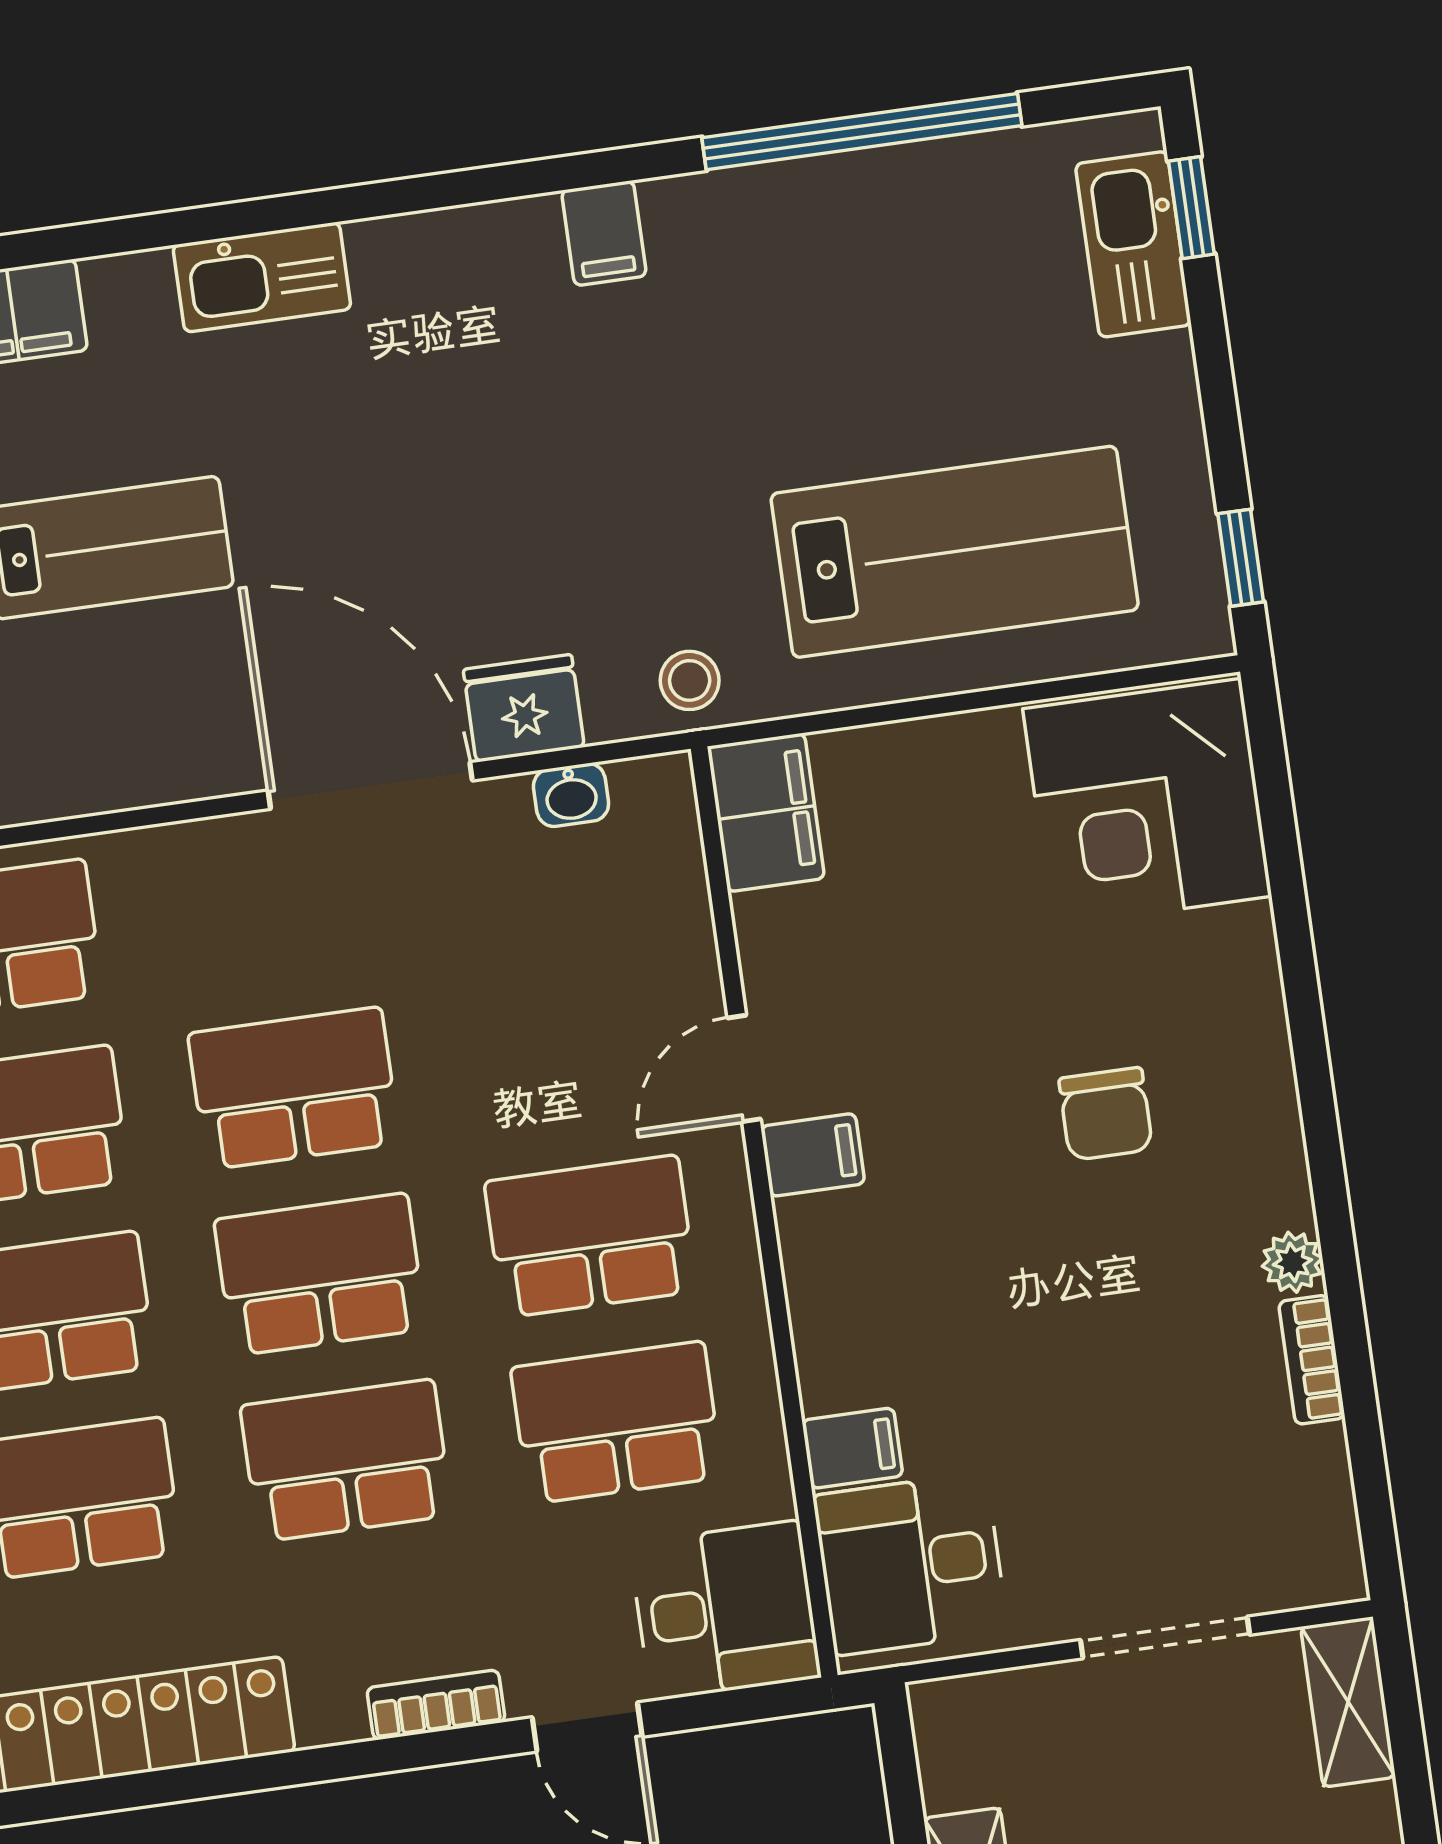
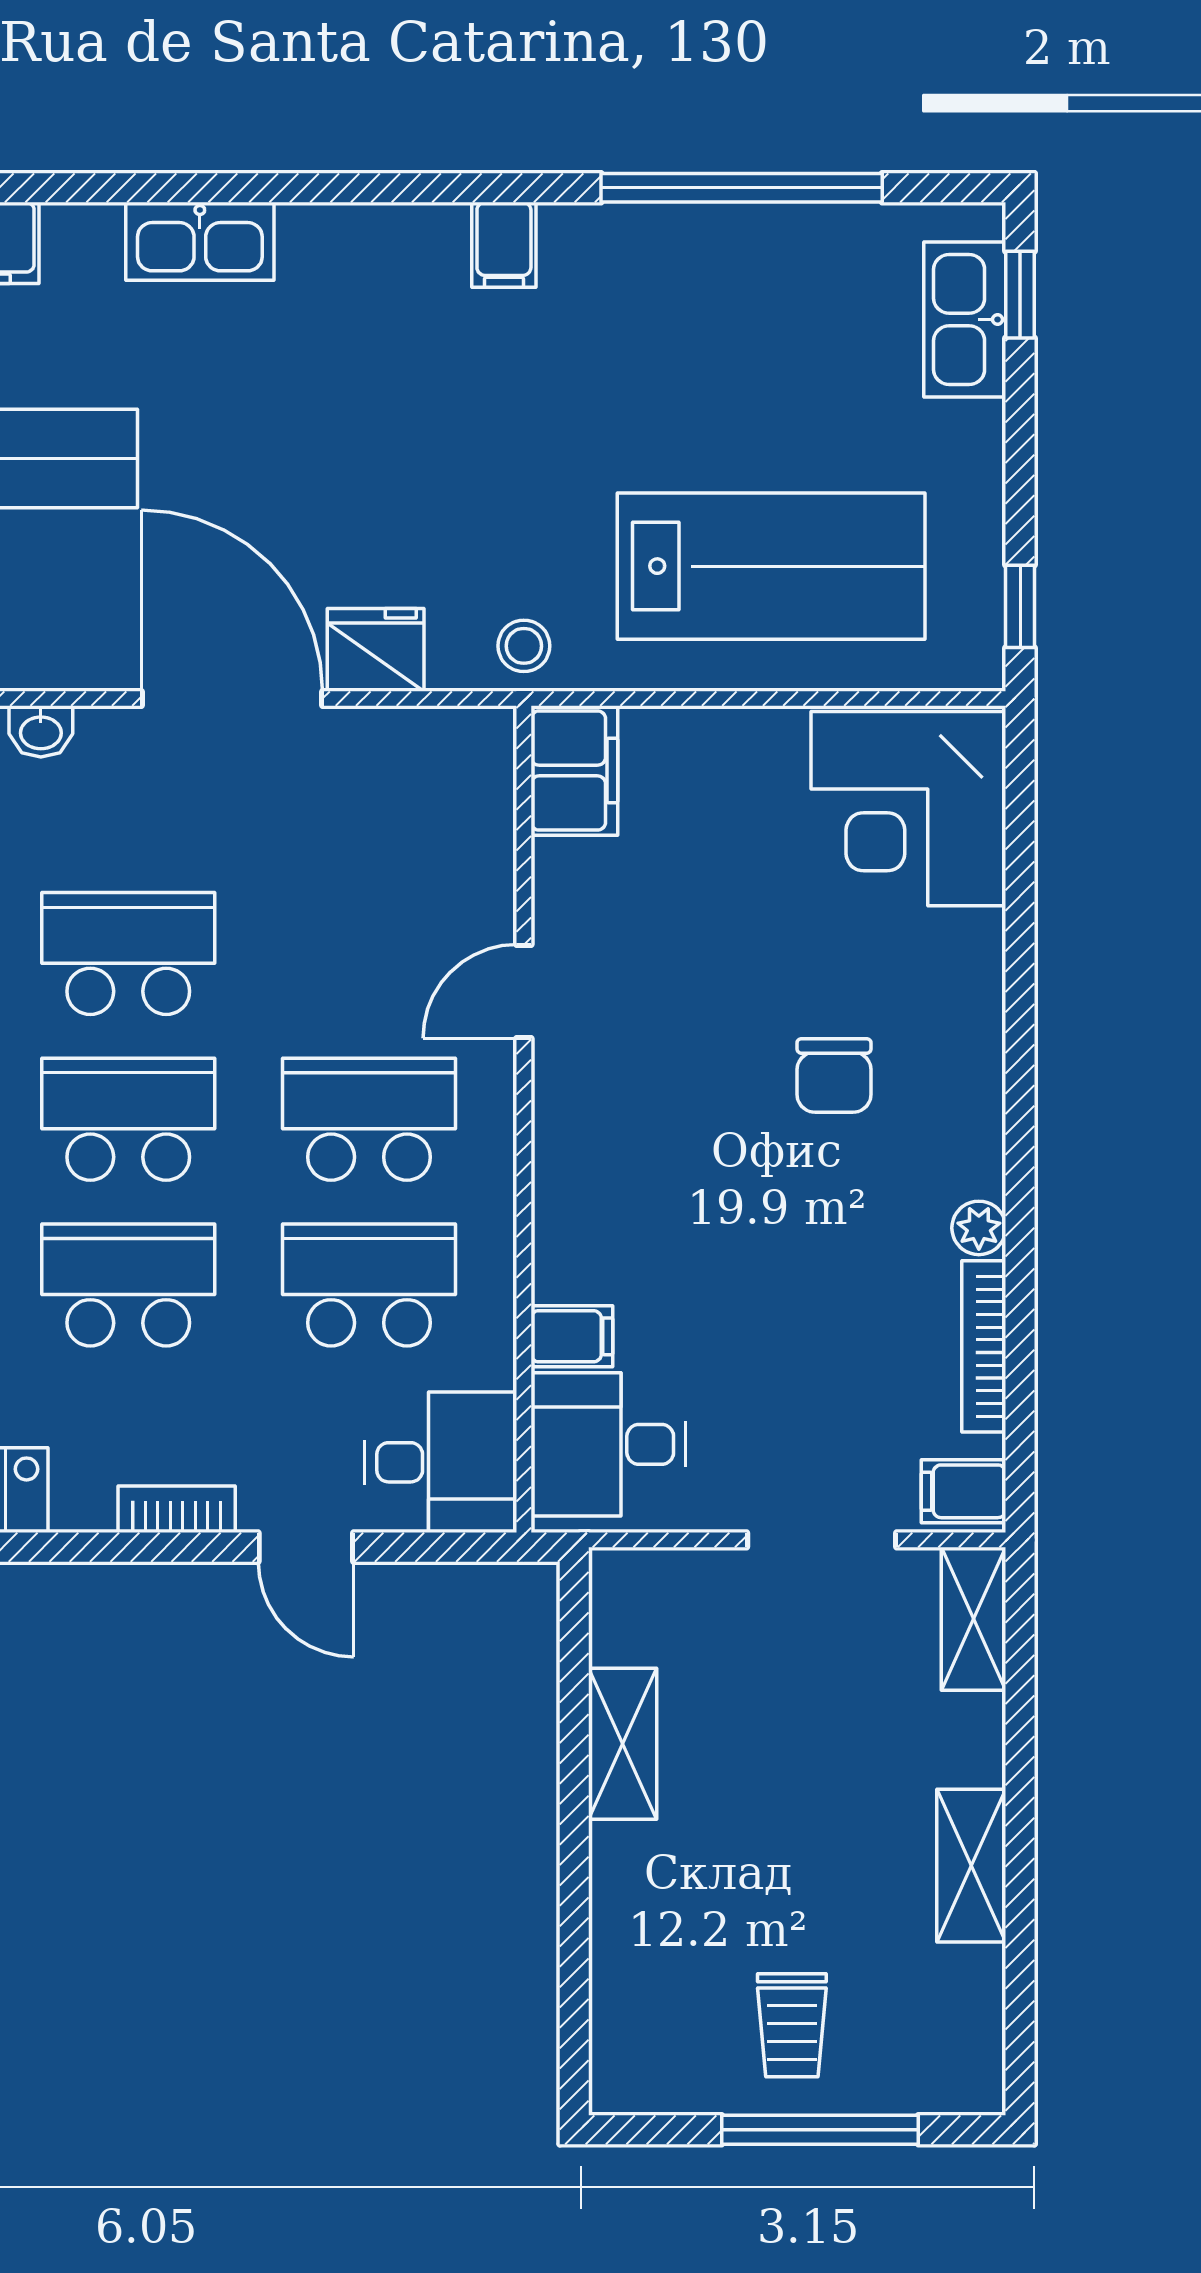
washbasin: (571, 795) -> (41, 731), moved
filing cabinet: (813, 1155) -> (964, 1491), moved, turned 180
bookcase: (1312, 1360) -> (984, 1346), width x1.56

